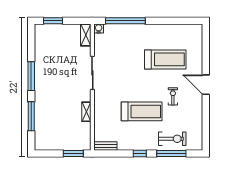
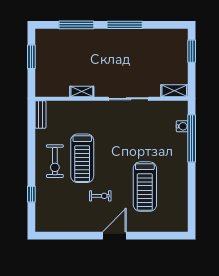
water cooler: (99, 29) -> (182, 126), moved
exercise bike: (172, 139) -> (55, 161), moved
window: (73, 154) -> (31, 57), moved
window: (140, 154) -> (31, 156), removed
window: (171, 154) -> (31, 194), width x0.46

